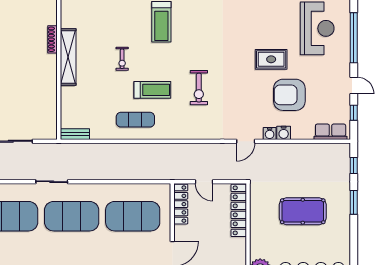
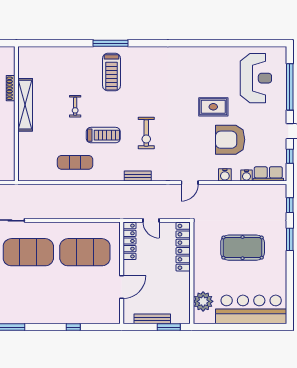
exercise mat: (135, 120) -> (75, 162), moved
water cooler: (270, 133) -> (246, 175), moved
bench: (75, 134) -> (138, 176), moved

